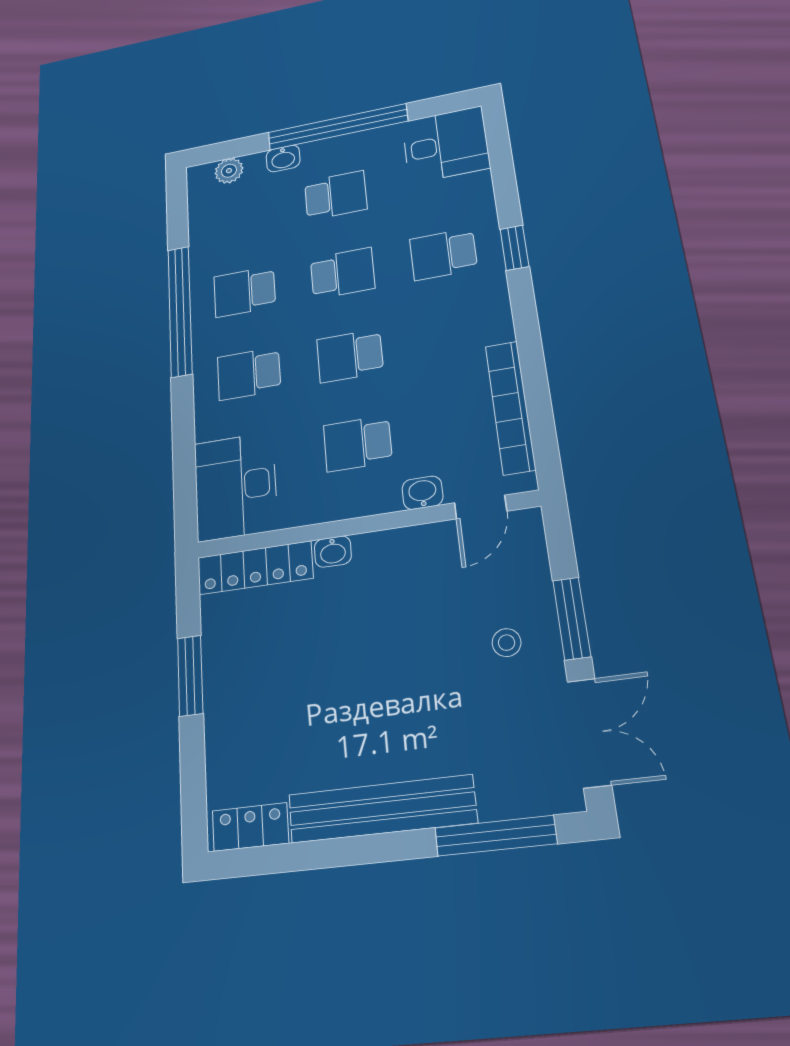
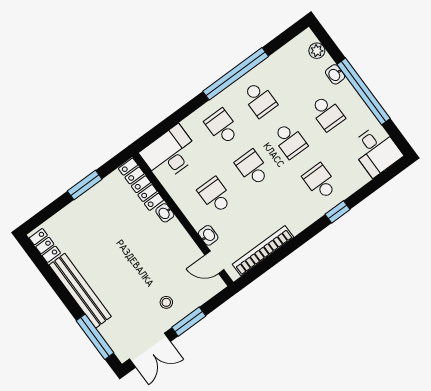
school desk: (245, 292) -> (259, 99), turned 180

